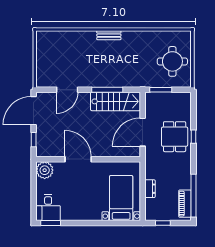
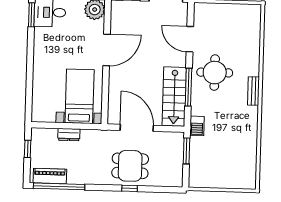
round table: (172, 61) -> (215, 73), moved
barbecue: (139, 82) -> (197, 126), added
bed with nightstands: (121, 198) -> (80, 96), moved, turned -90

